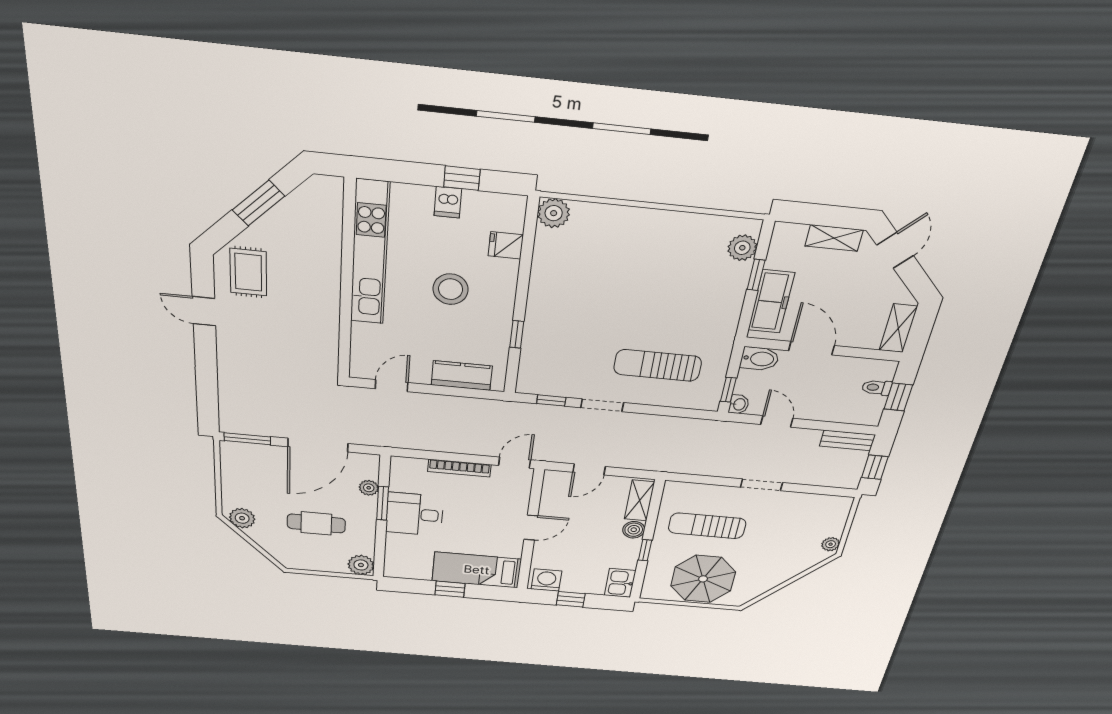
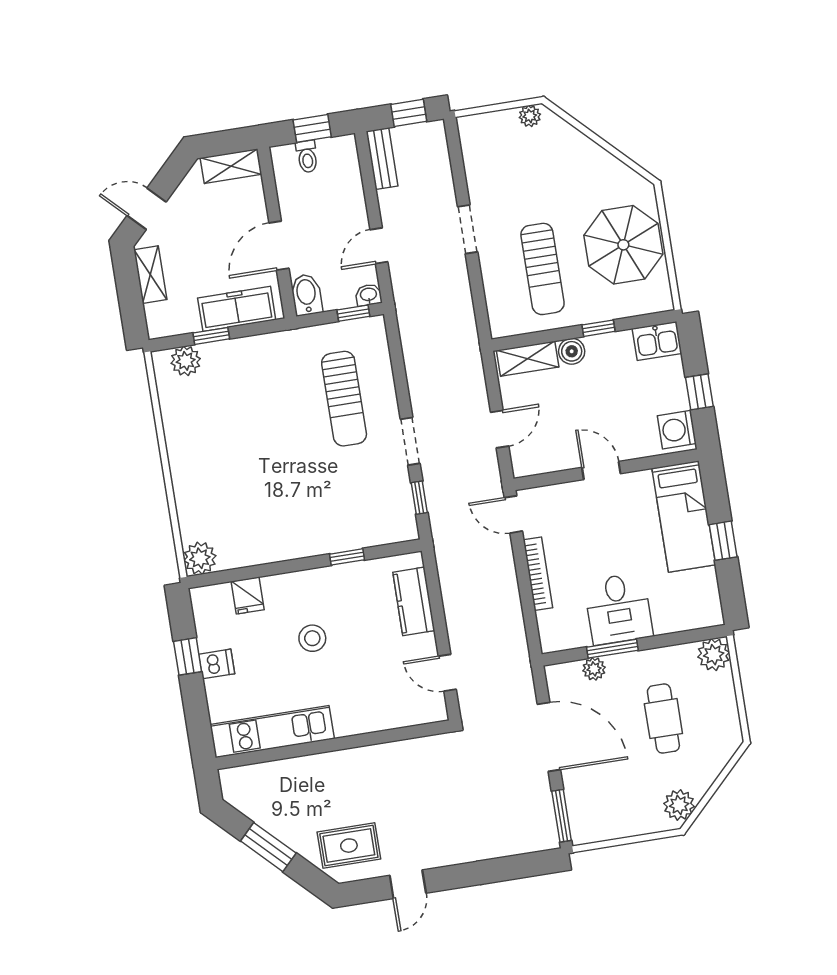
kitchen unit: (370, 253) -> (272, 732), width x0.73
stool: (451, 289) -> (312, 638), width x0.73, depth x0.73
door: (589, 469) -> (500, 429), hinge flipped

